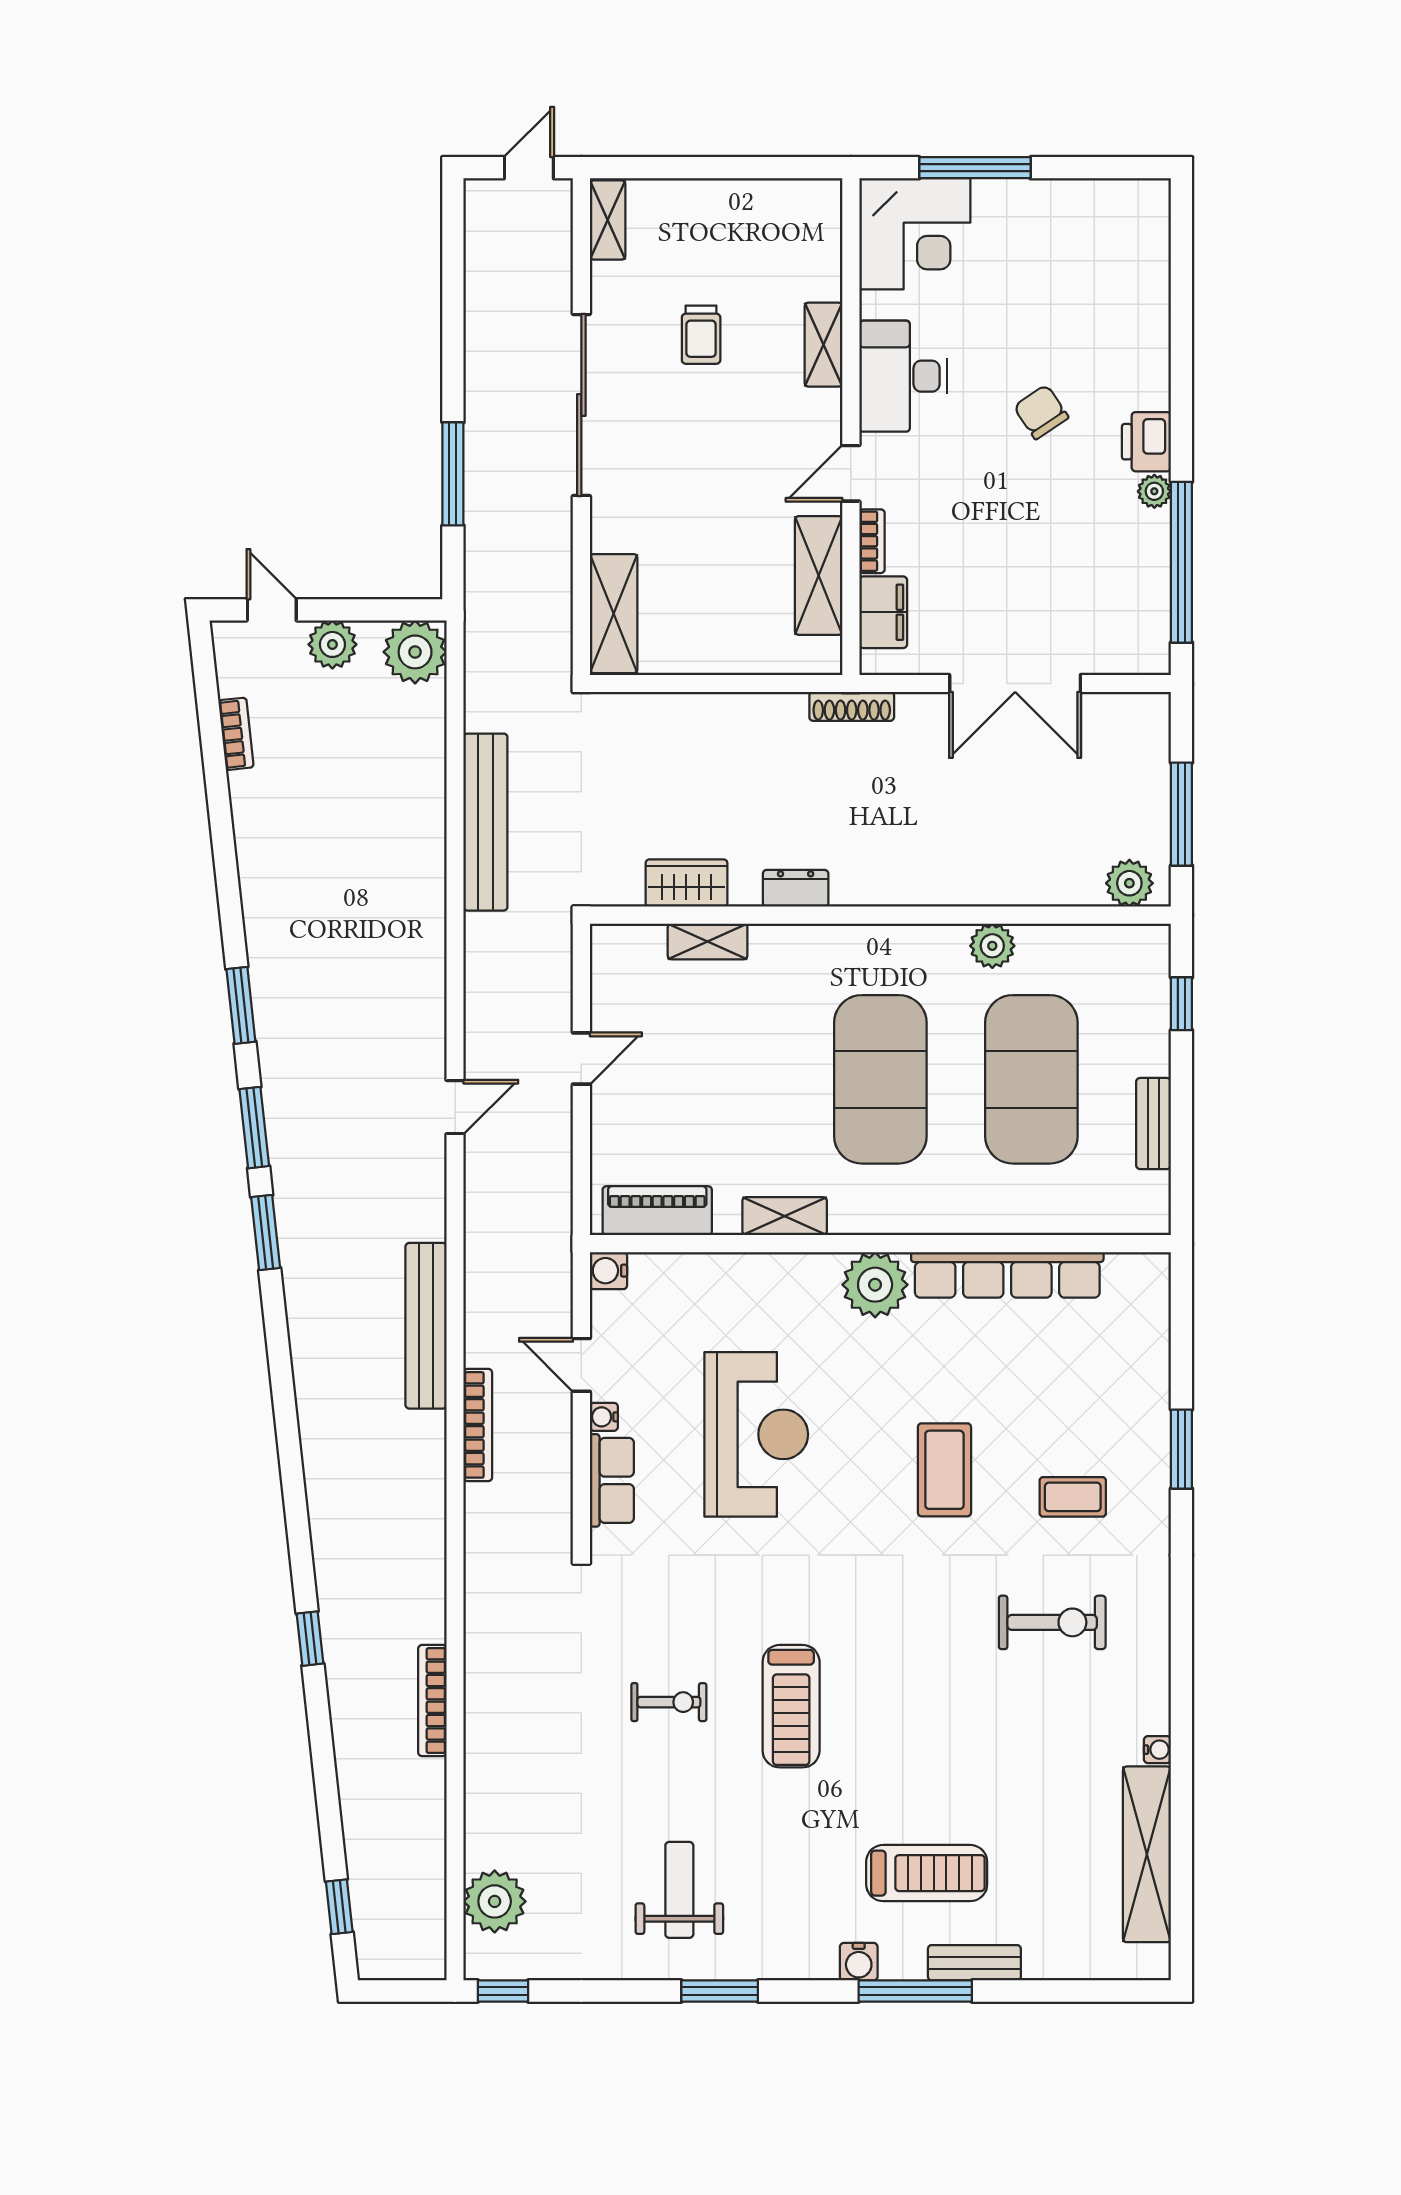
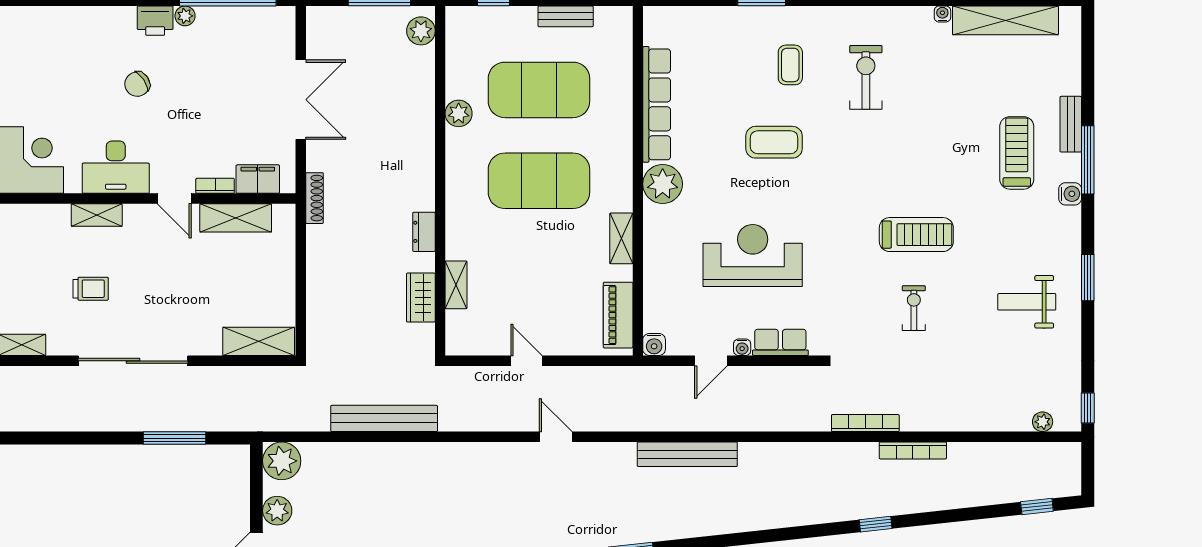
bookcase: (478, 1425) -> (865, 423), moved
plant: (495, 1901) -> (1043, 422), width x0.53, depth x0.53

